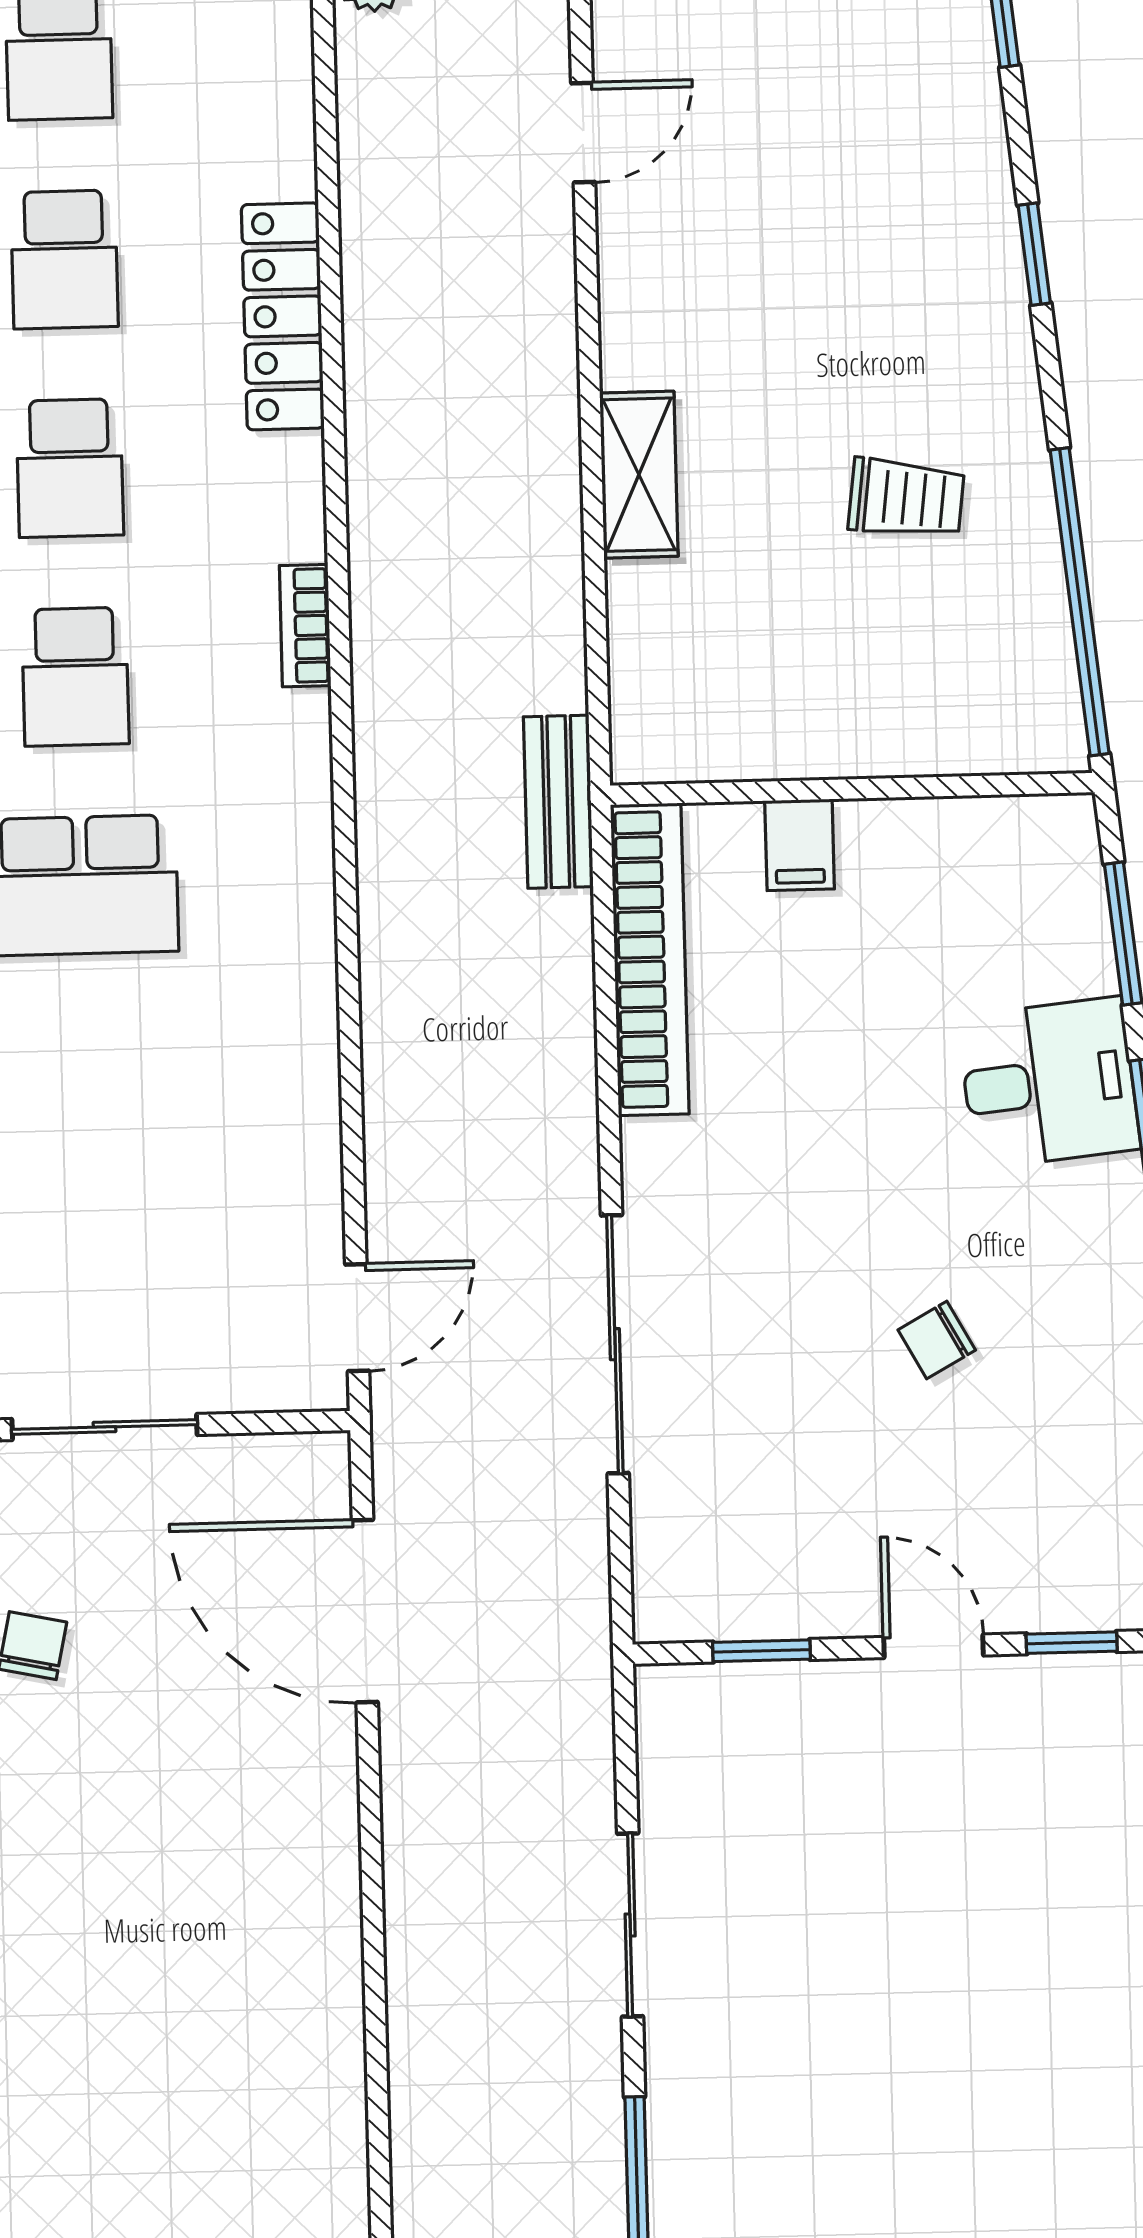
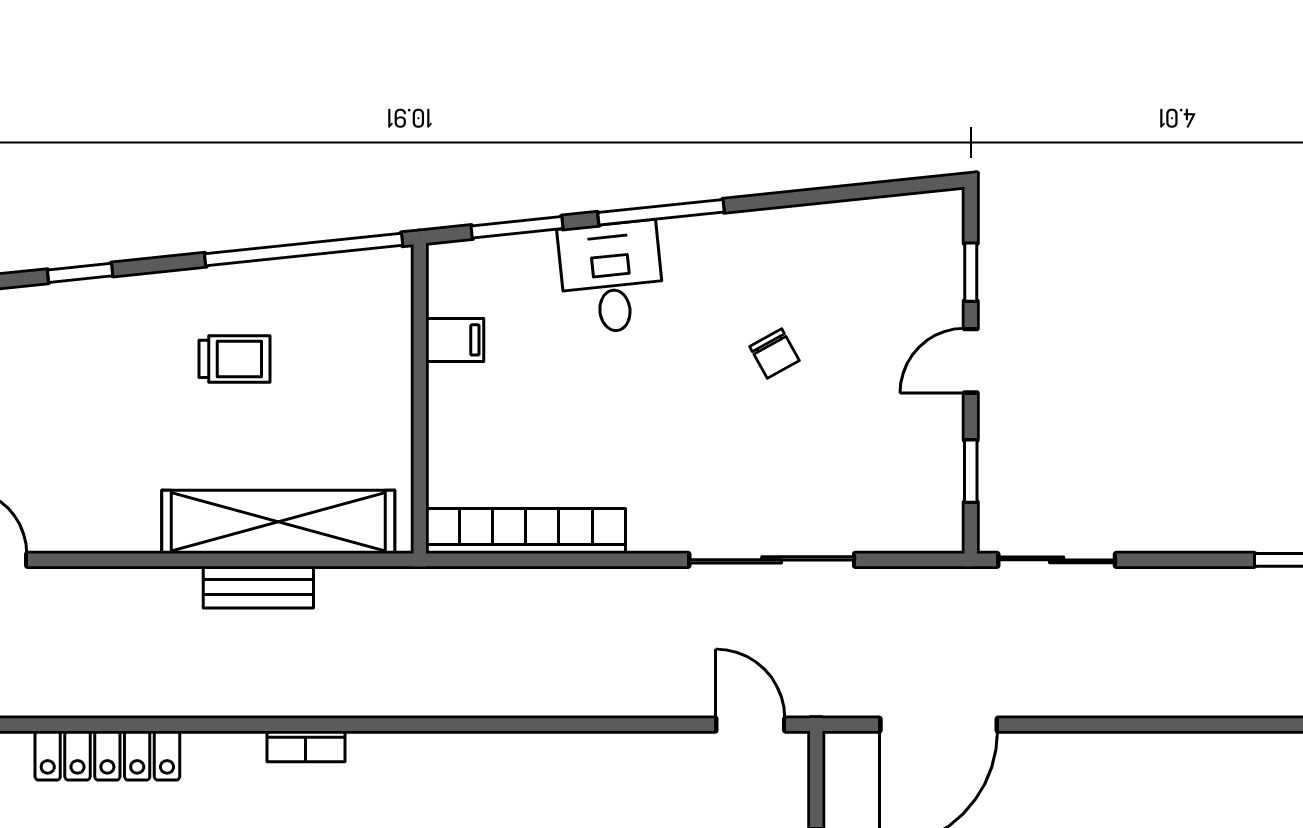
shelving: (639, 475) -> (278, 522), width x2.20, depth x1.33
trolley: (906, 498) -> (234, 359), turned 83
bench: (558, 802) -> (258, 587), moved
filing cabinet: (800, 845) -> (455, 340), moved
sliding door: (630, 1925) -> (1057, 560), moved

